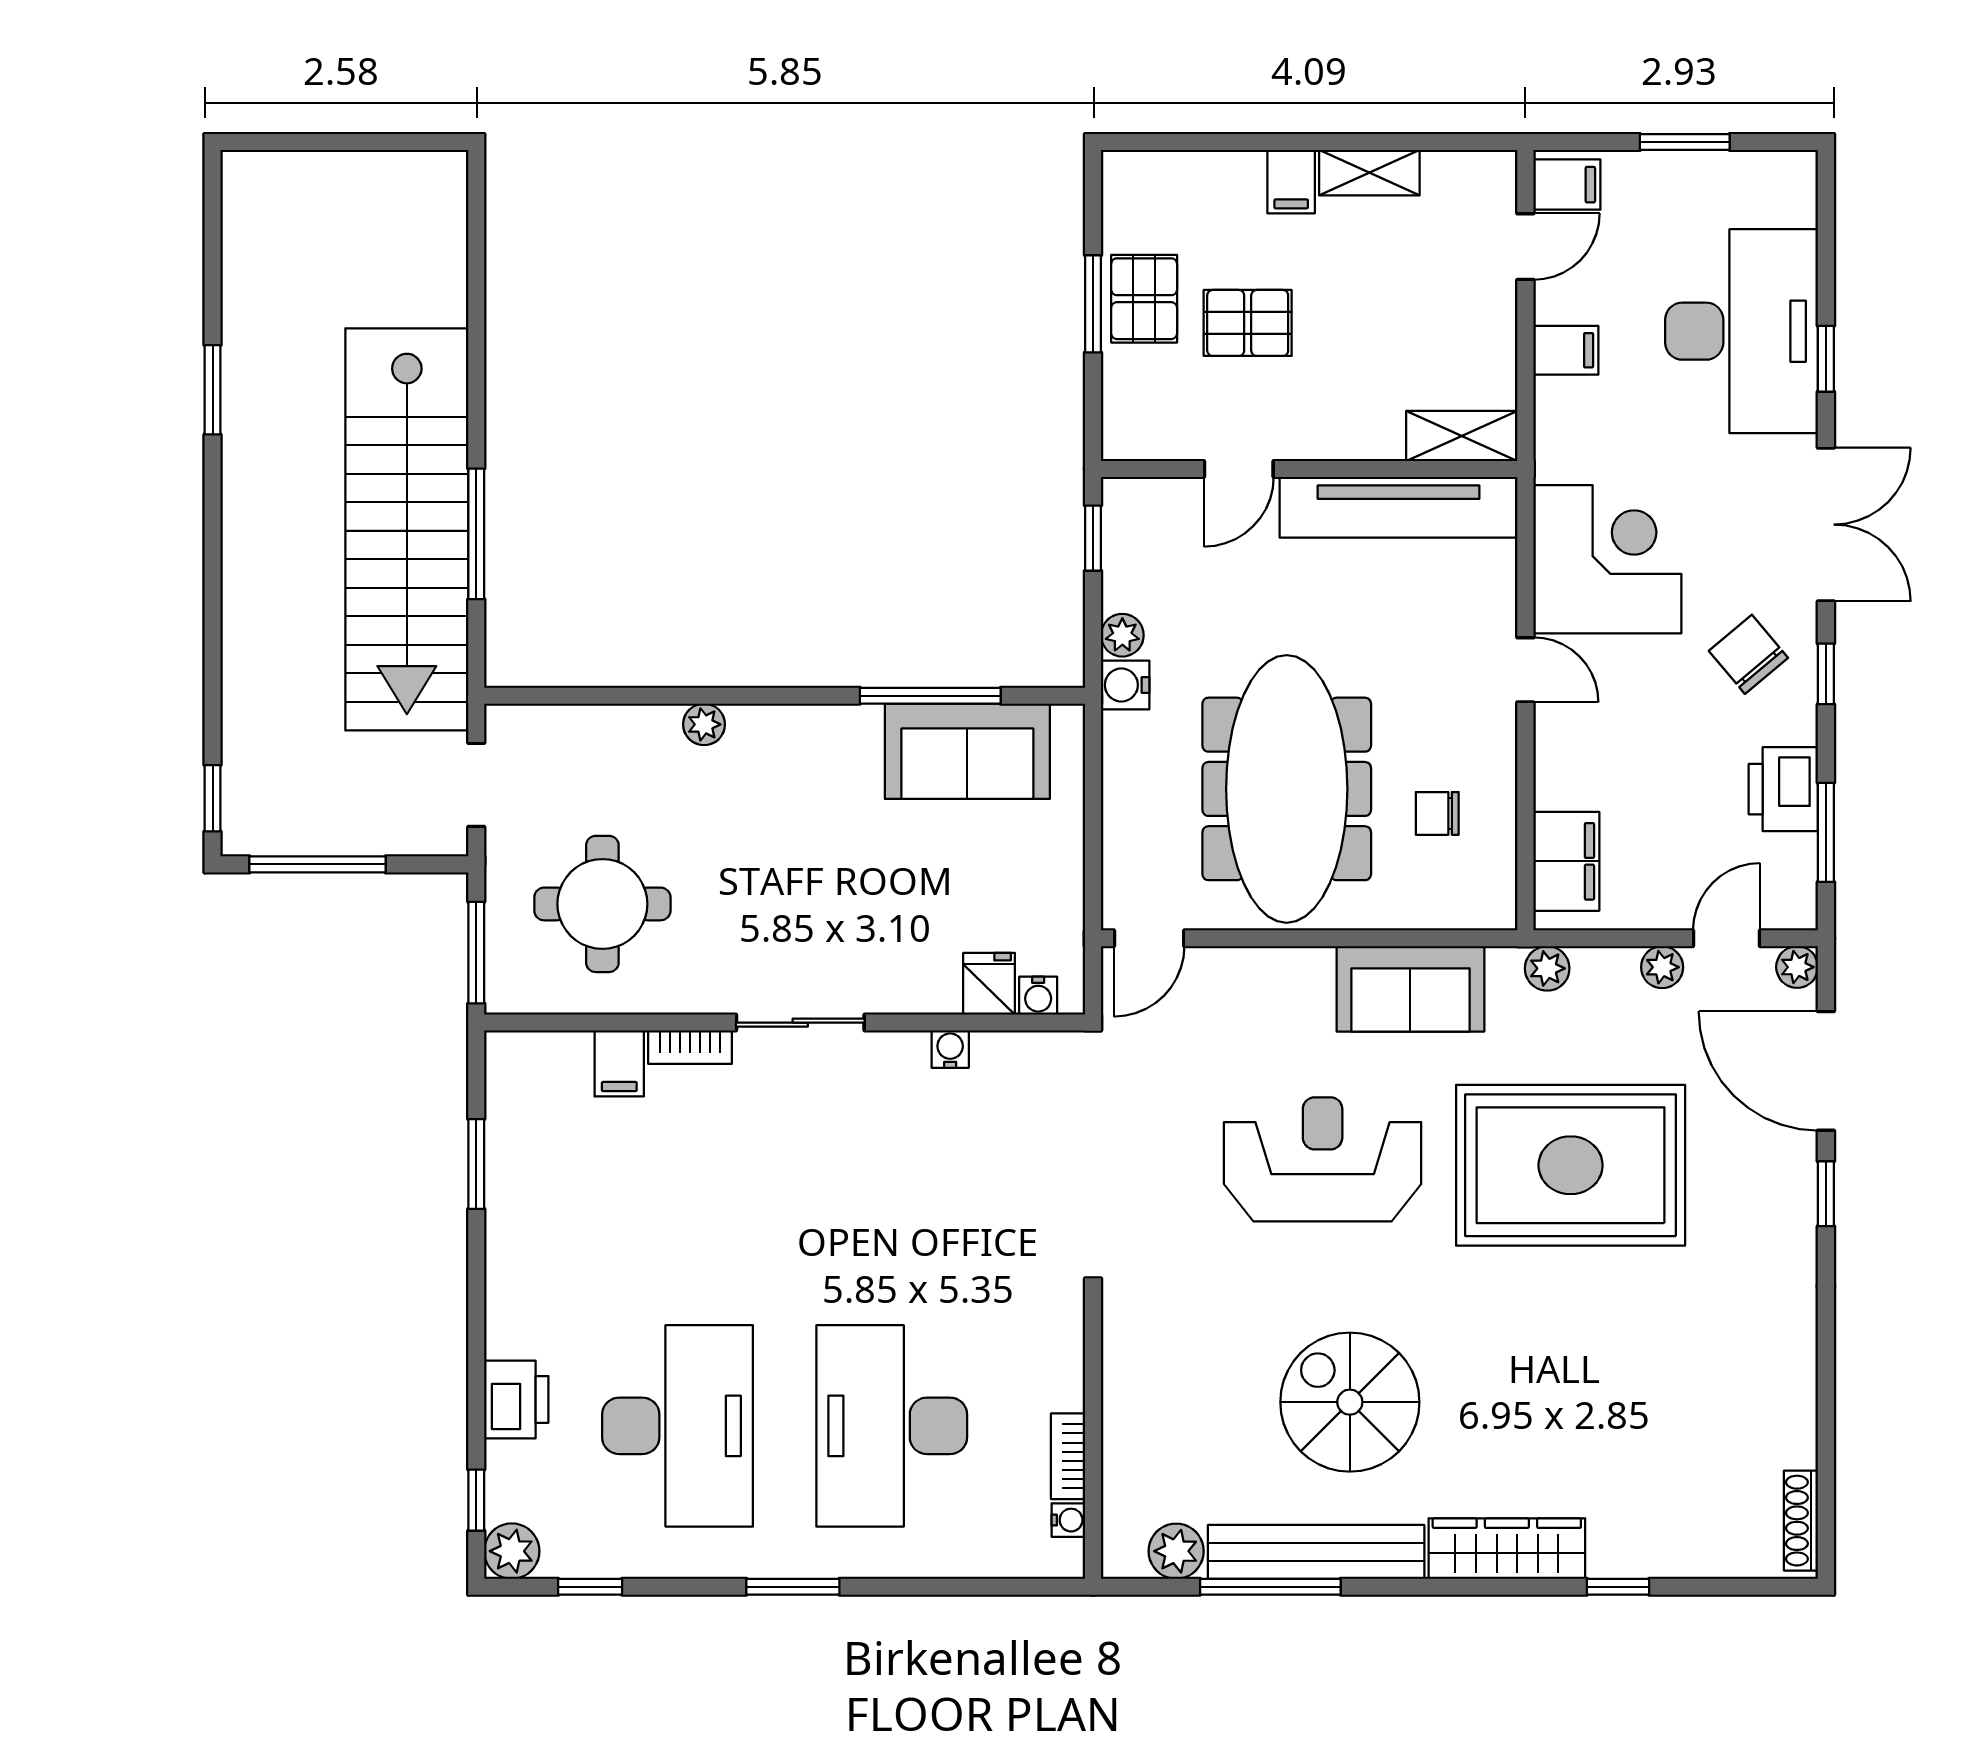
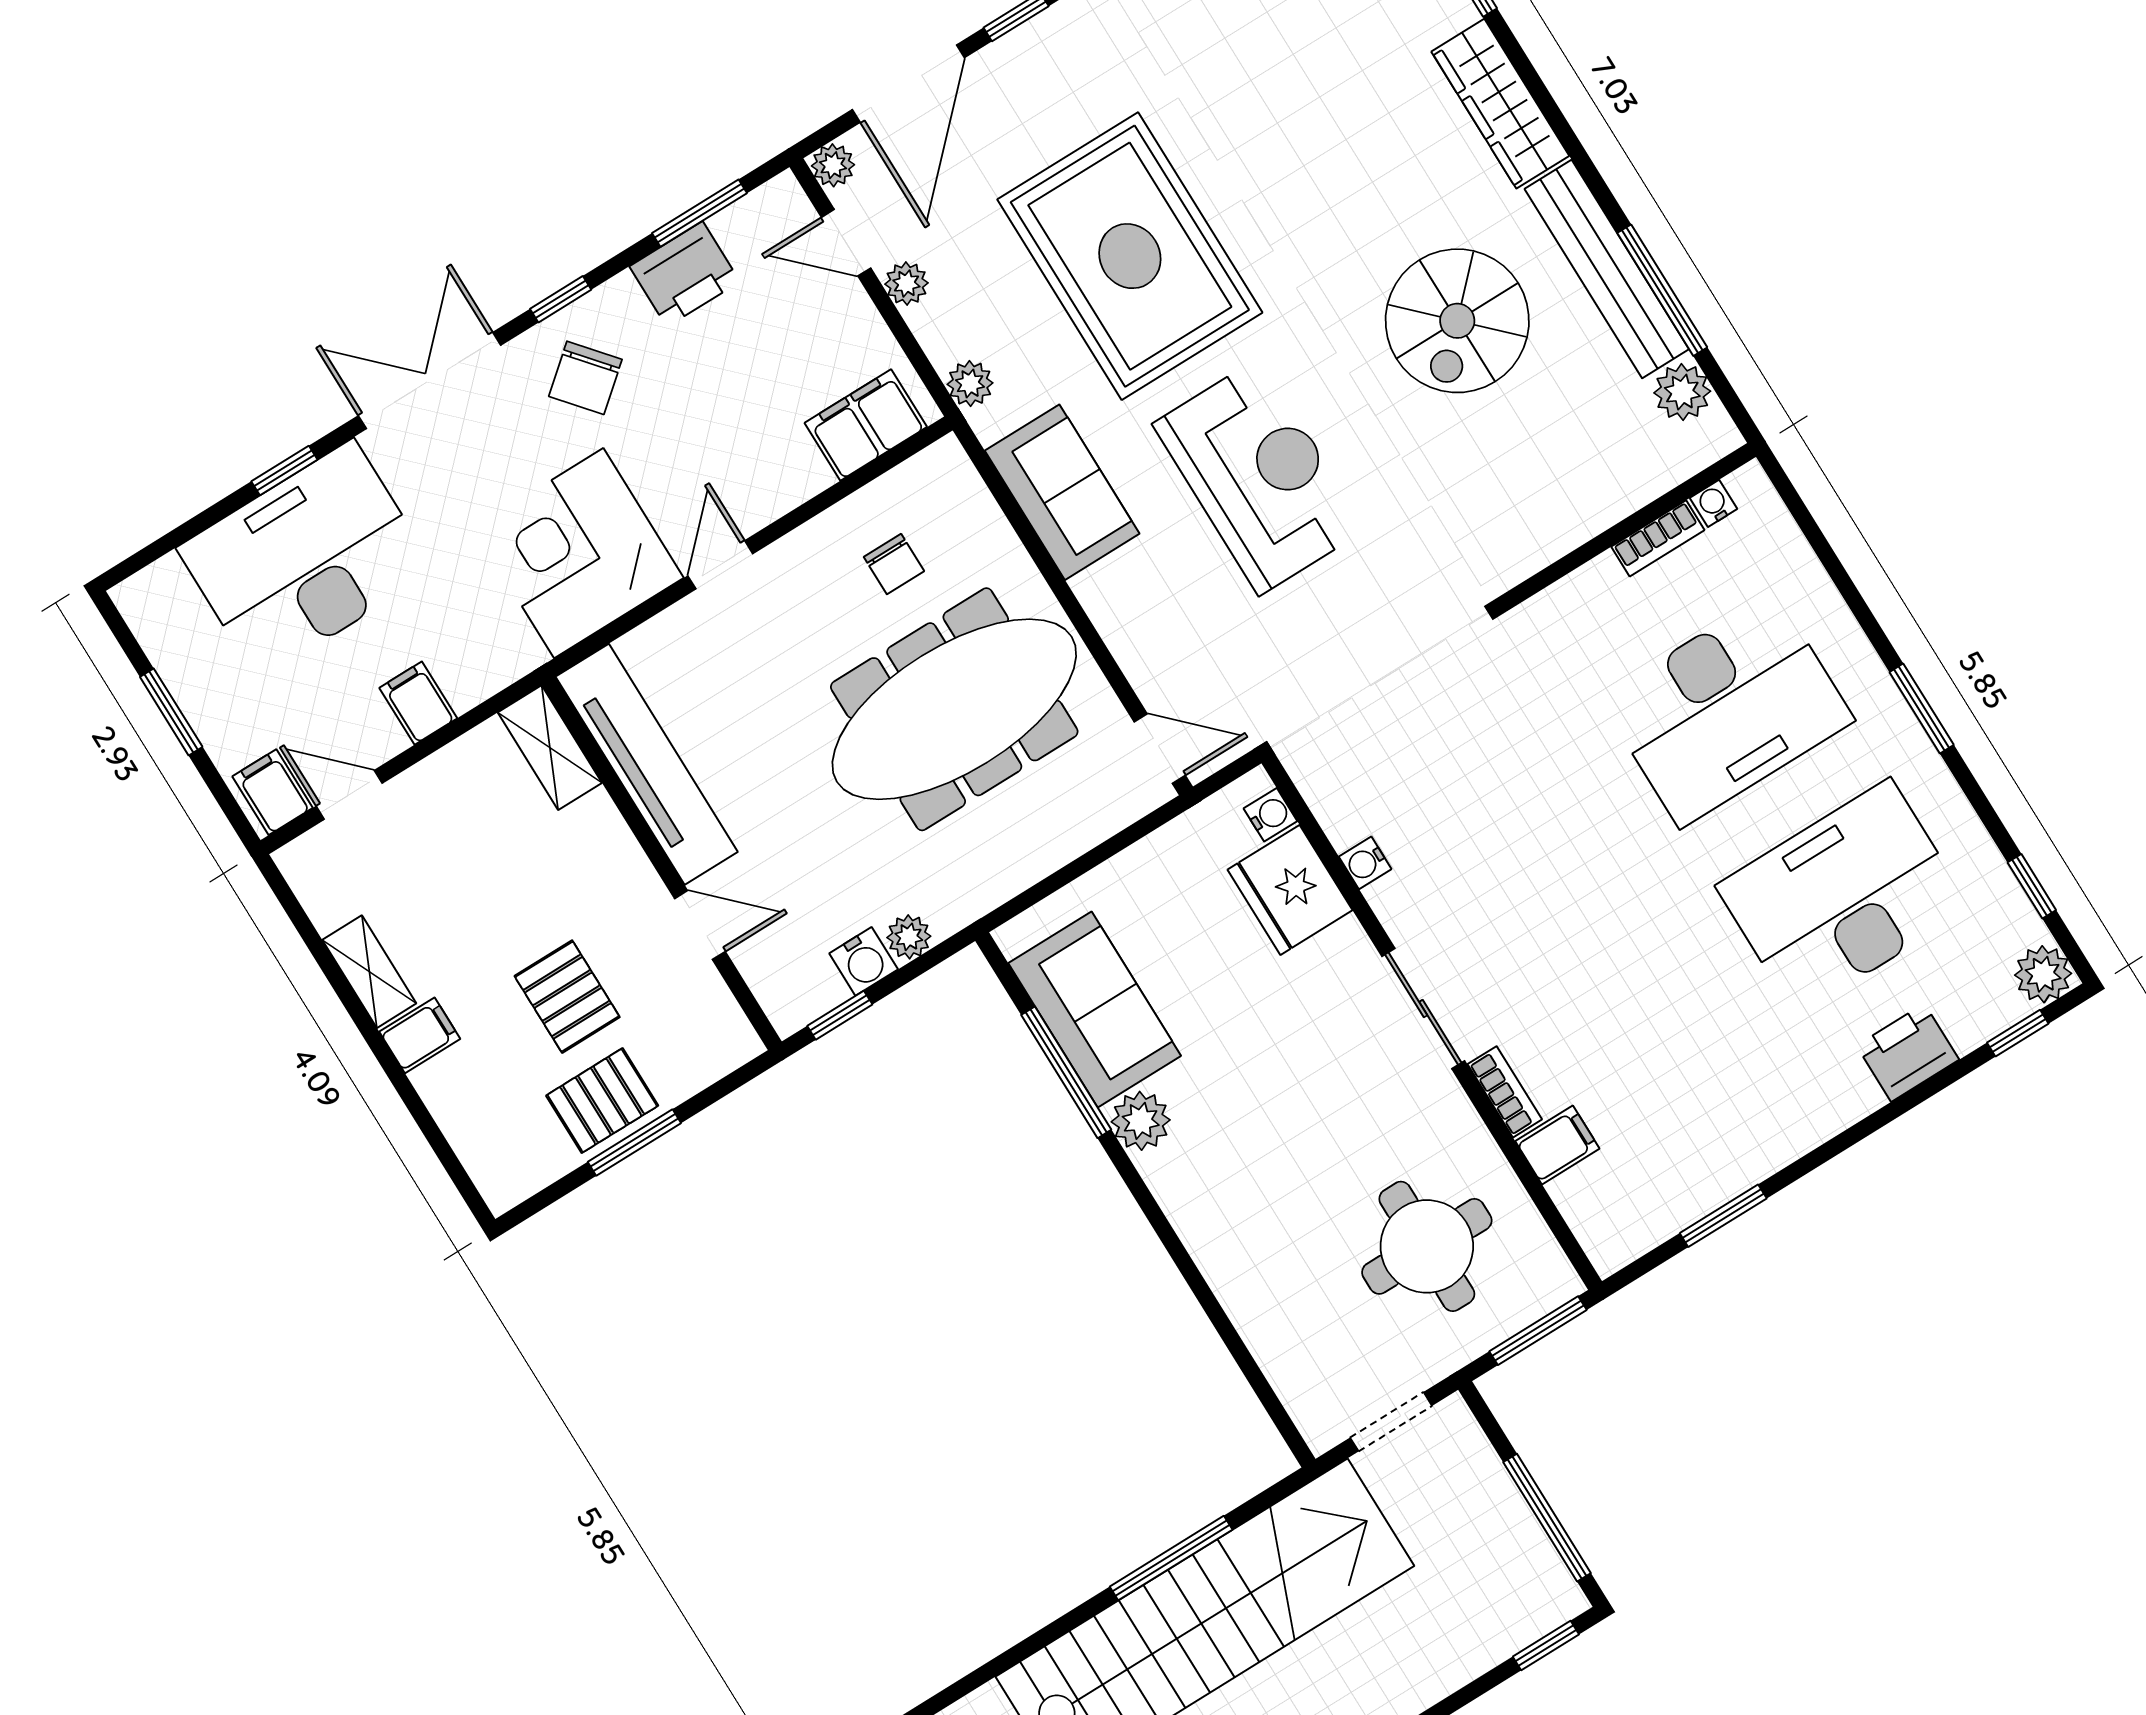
water cooler: (1125, 685) -> (864, 961), moved
plant: (704, 724) -> (1141, 1121), moved, width x1.38, depth x1.38
fridge: (989, 984) -> (1290, 890), width x1.88, depth x1.34
reception desk: (1323, 1159) -> (1259, 477), turned 180

